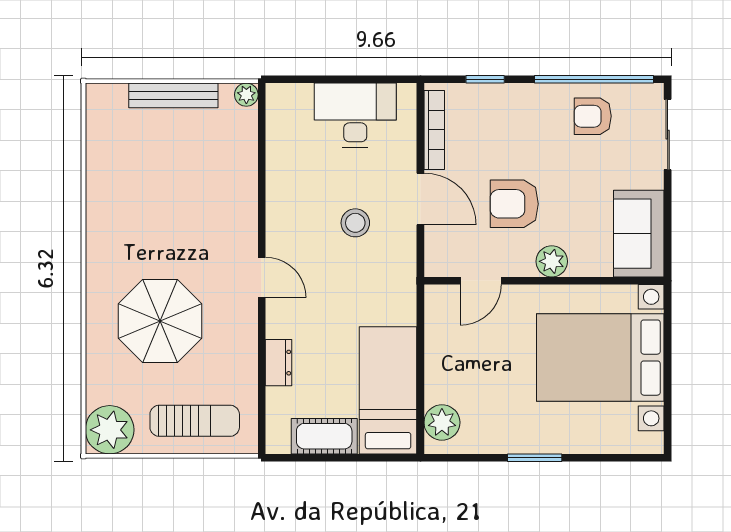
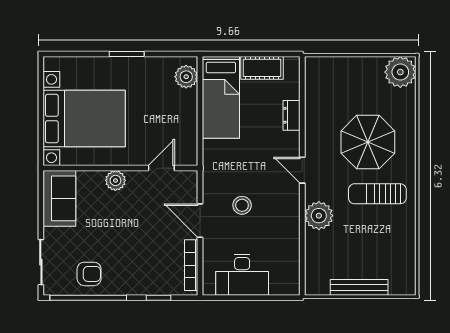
plant: (246, 95) -> (319, 216), moved, width x1.87, depth x1.87
armchair: (514, 204) -> (140, 218), removed
sun lounger: (195, 421) -> (377, 194), moved

